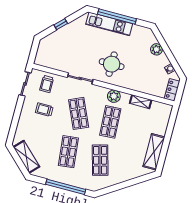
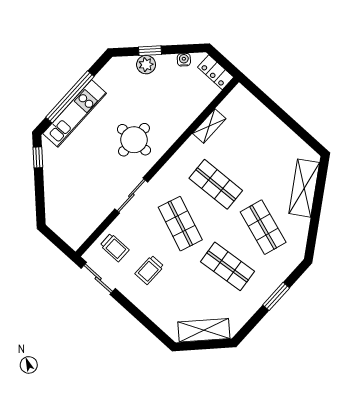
window: (61, 24) -> (38, 157), moved
window: (165, 48) -> (150, 51), added
plant: (114, 96) -> (182, 160), removed
shop shelf: (79, 113) -> (180, 224), turned 45
shelving: (154, 152) -> (304, 188), moved, turned 57
shop shelf: (100, 160) -> (263, 227), turned 33
window: (66, 187) -> (276, 296), width x0.47

